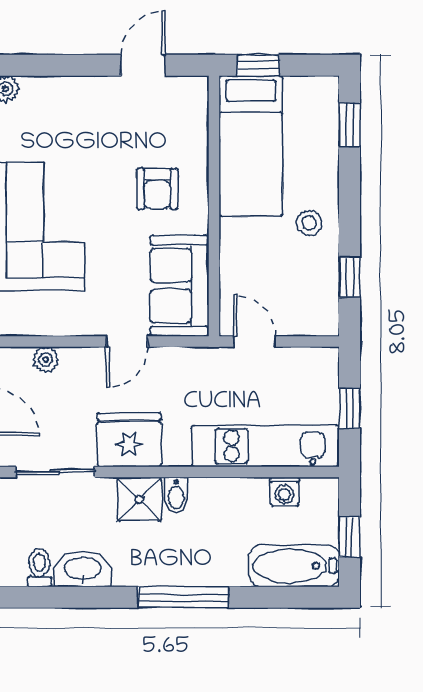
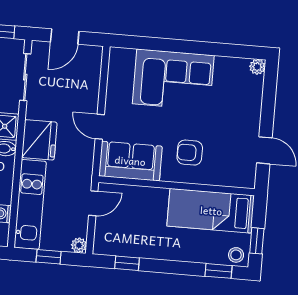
window: (258, 65) -> (257, 241), moved
stool: (309, 223) -> (236, 255), moved
plant: (46, 360) -> (79, 245), moved
fridge: (129, 440) -> (39, 140), moved

